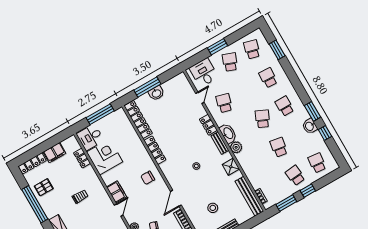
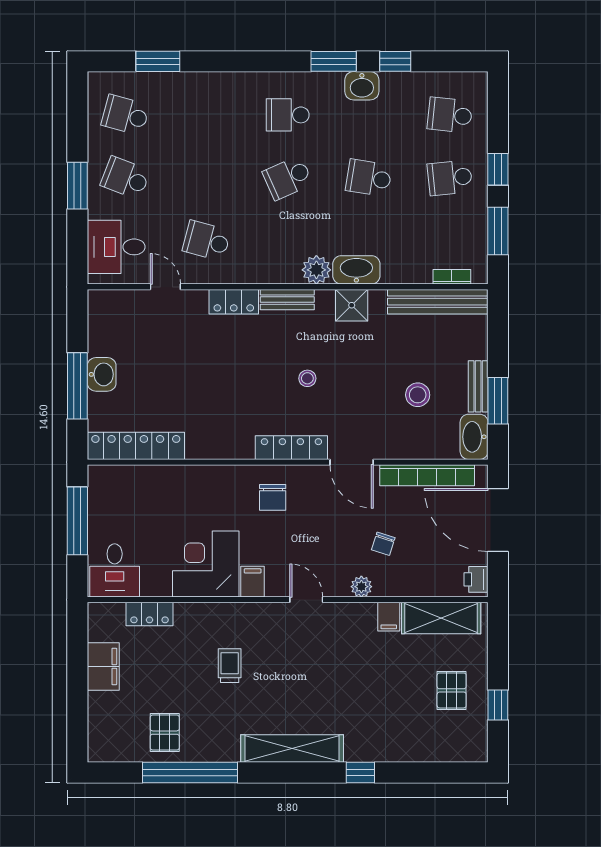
school desk: (268, 78) -> (207, 115), removed
school desk: (263, 119) -> (288, 178), turned -48
washbasin: (228, 133) -> (356, 270), moved
locker: (155, 150) -> (291, 448), moved
corner desk: (105, 157) -> (206, 564), moved
locker: (32, 163) -> (99, 727), removed
filing cabinet: (116, 192) -> (253, 582), width x0.50

